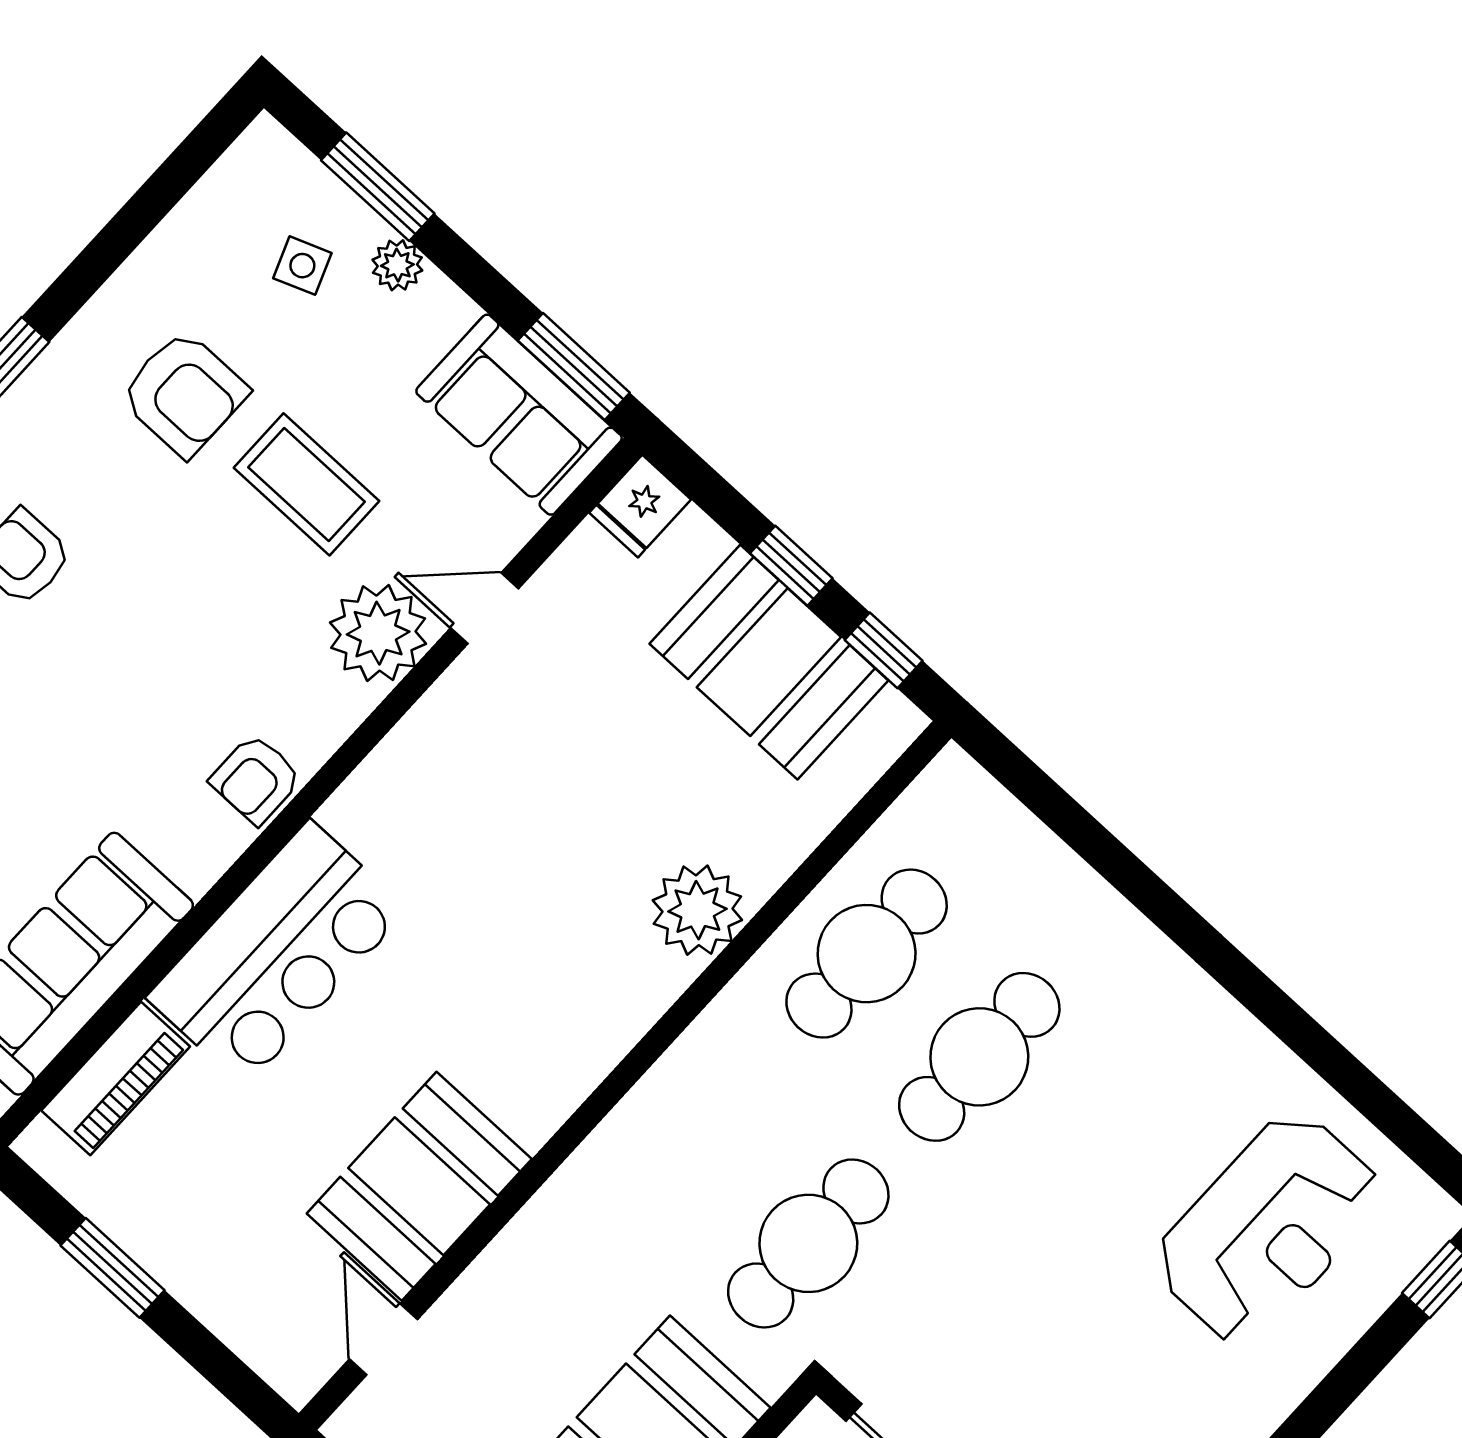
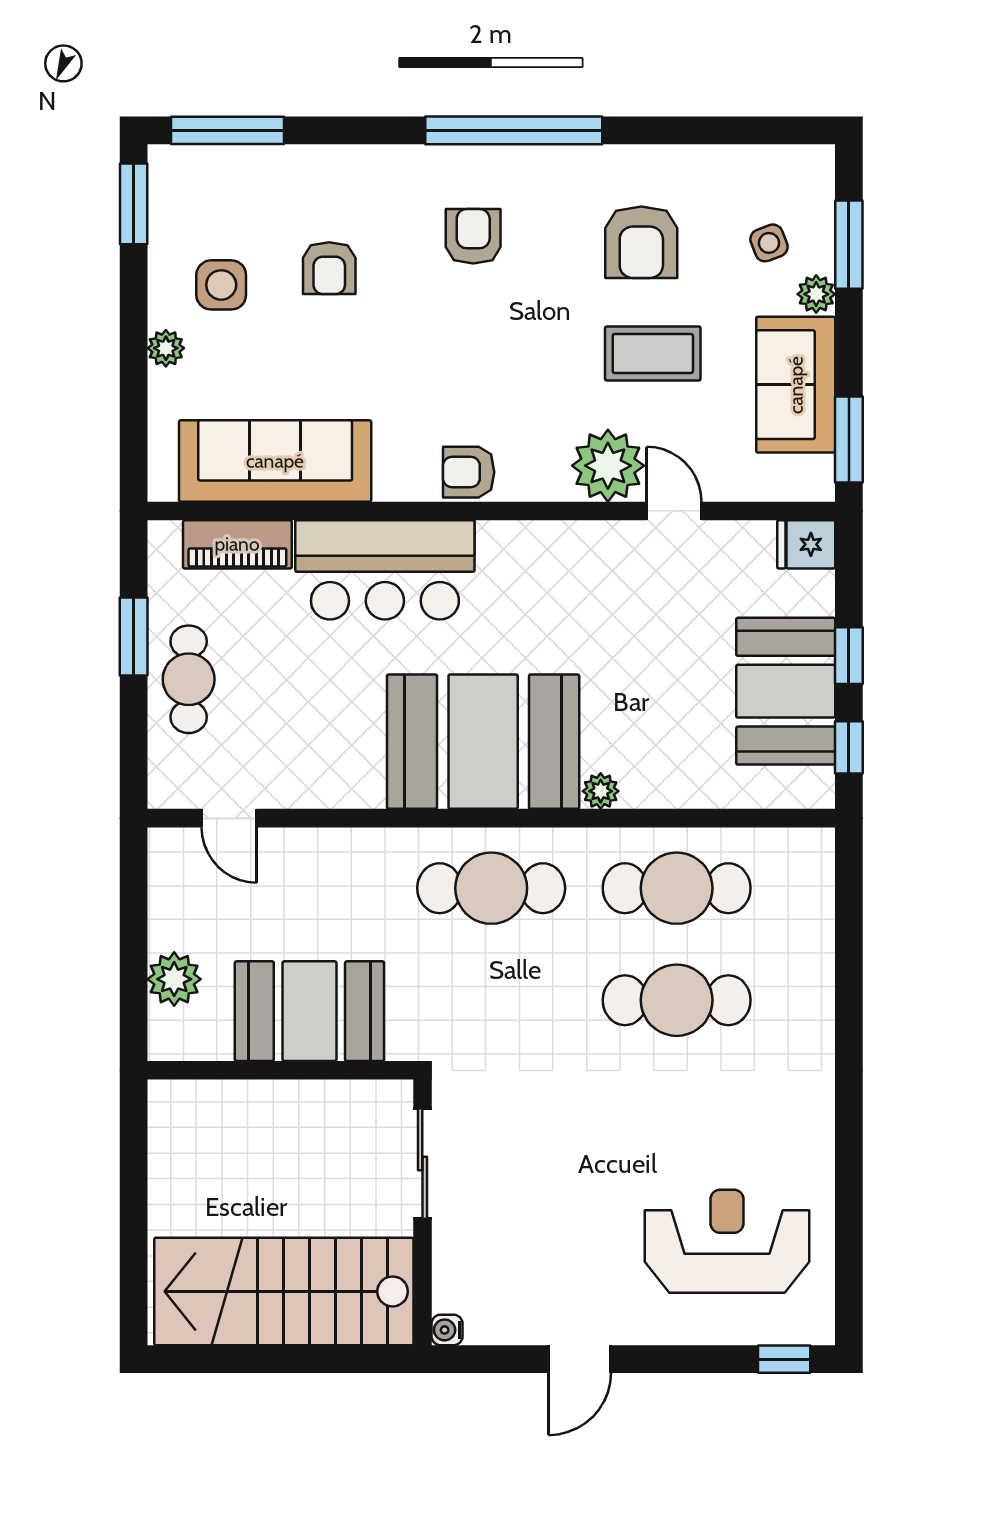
sofa: (519, 415) -> (796, 385), moved
coffee table: (306, 484) -> (653, 353), turned 90
plant: (697, 910) -> (601, 791), width x0.53, depth x0.53
booth: (419, 1186) -> (483, 742), moved, width x1.36, depth x1.42
reception desk: (1268, 1228) -> (727, 1241), turned 180
cafe table: (808, 1243) -> (491, 888), moved
cafe table: (206, 1252) -> (189, 679), added
door: (383, 1339) -> (229, 818), swing flipped

